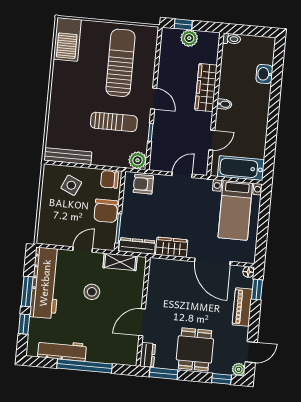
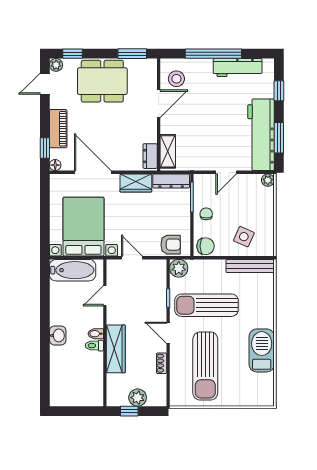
window: (183, 24) -> (129, 411), moved
barbecue: (67, 39) -> (262, 350), moved
toilet: (232, 39) -> (94, 346), moved
shoe rack: (163, 69) -> (162, 363), added
washbasin: (264, 74) -> (58, 335), moved
sun lounger: (114, 122) -> (206, 305), width x1.36, depth x1.34
door: (182, 175) -> (132, 258), swing flipped
bed with nightstands: (235, 210) -> (83, 227), width x1.36
chair: (106, 211) -> (206, 214), width x0.54, depth x0.54
plant: (43, 238) -> (268, 180), added
shelving: (120, 262) -> (168, 151), moved, turned 90
window: (27, 292) -> (279, 138), moved
stool: (92, 292) -> (176, 79), moved
dining table: (195, 349) -> (102, 81), width x1.38
dresser: (148, 355) -> (150, 156), moved

